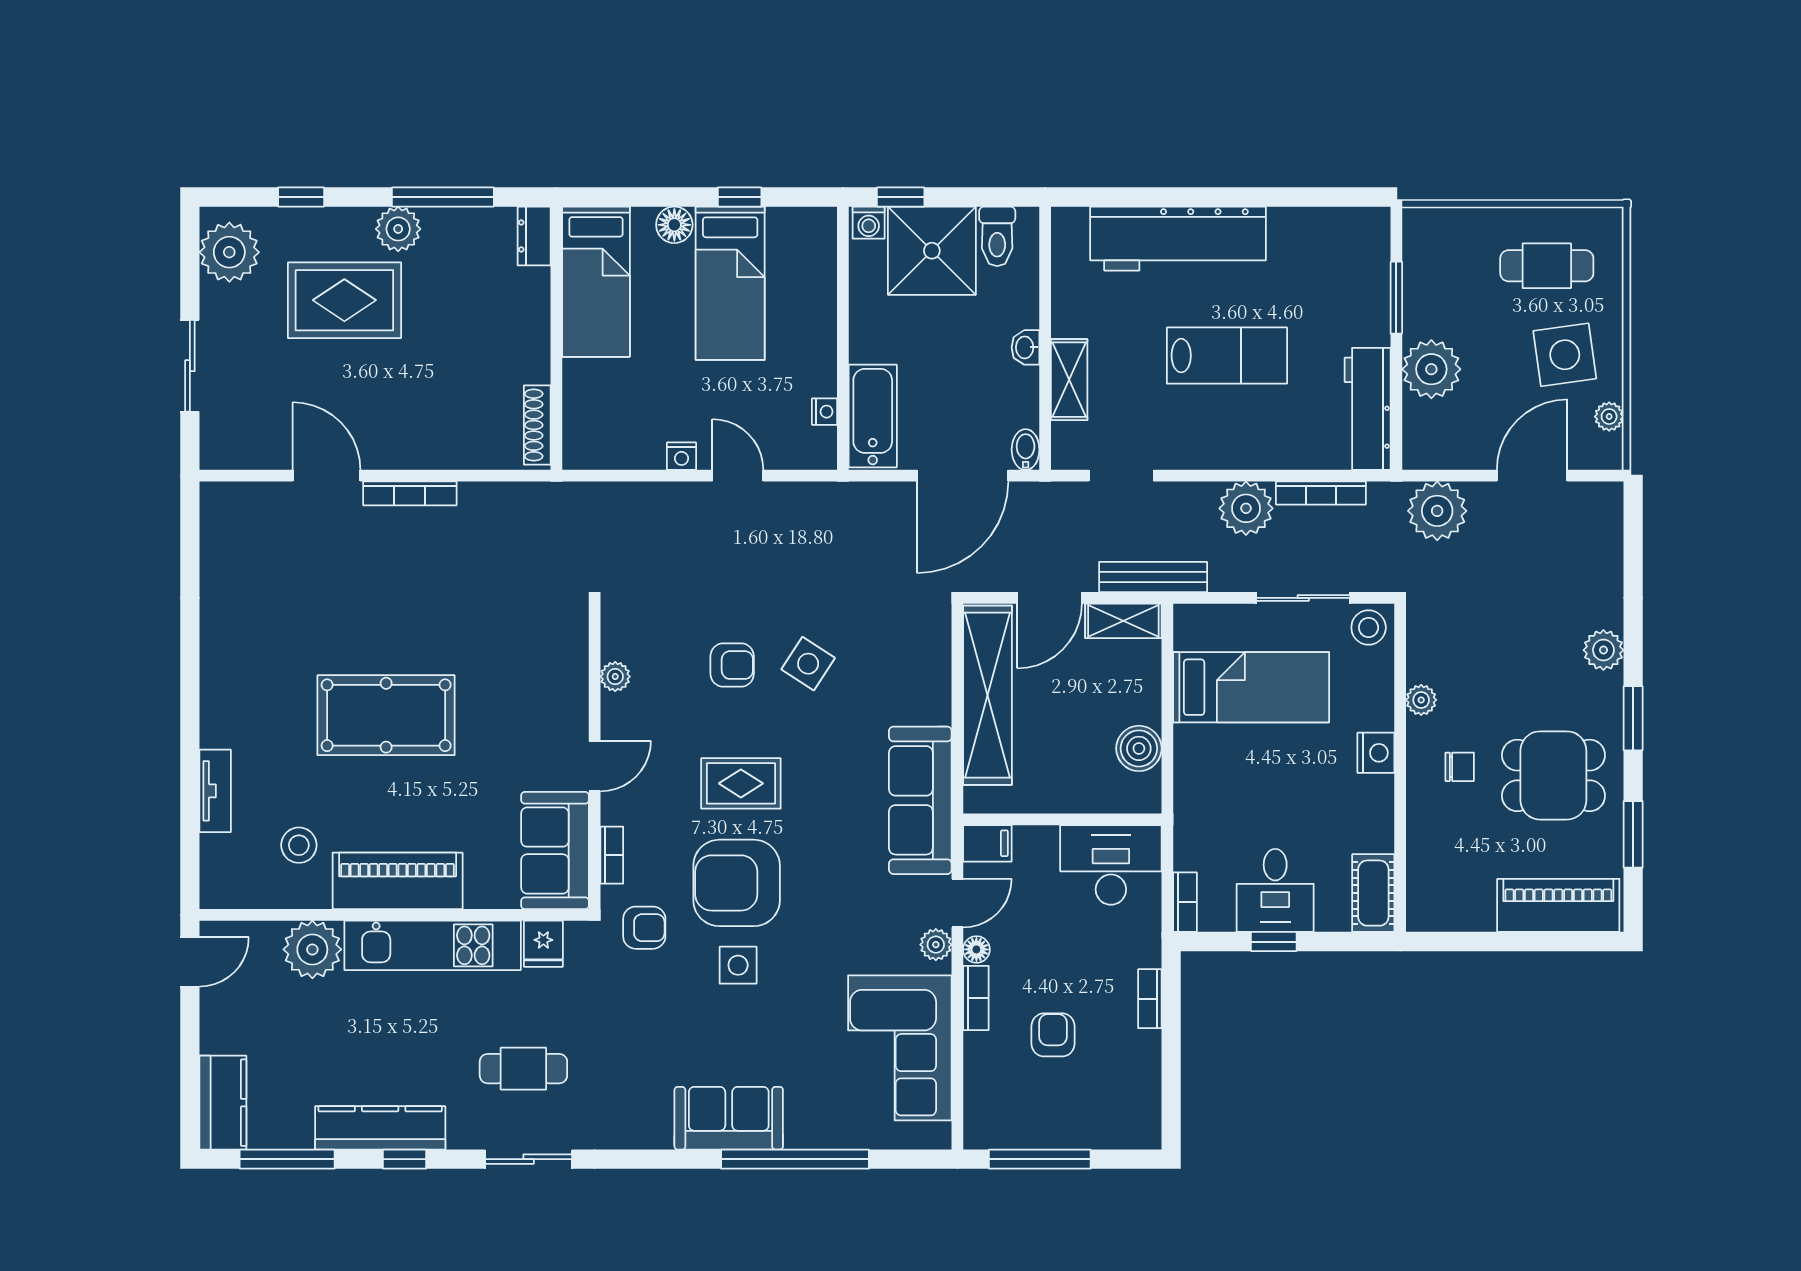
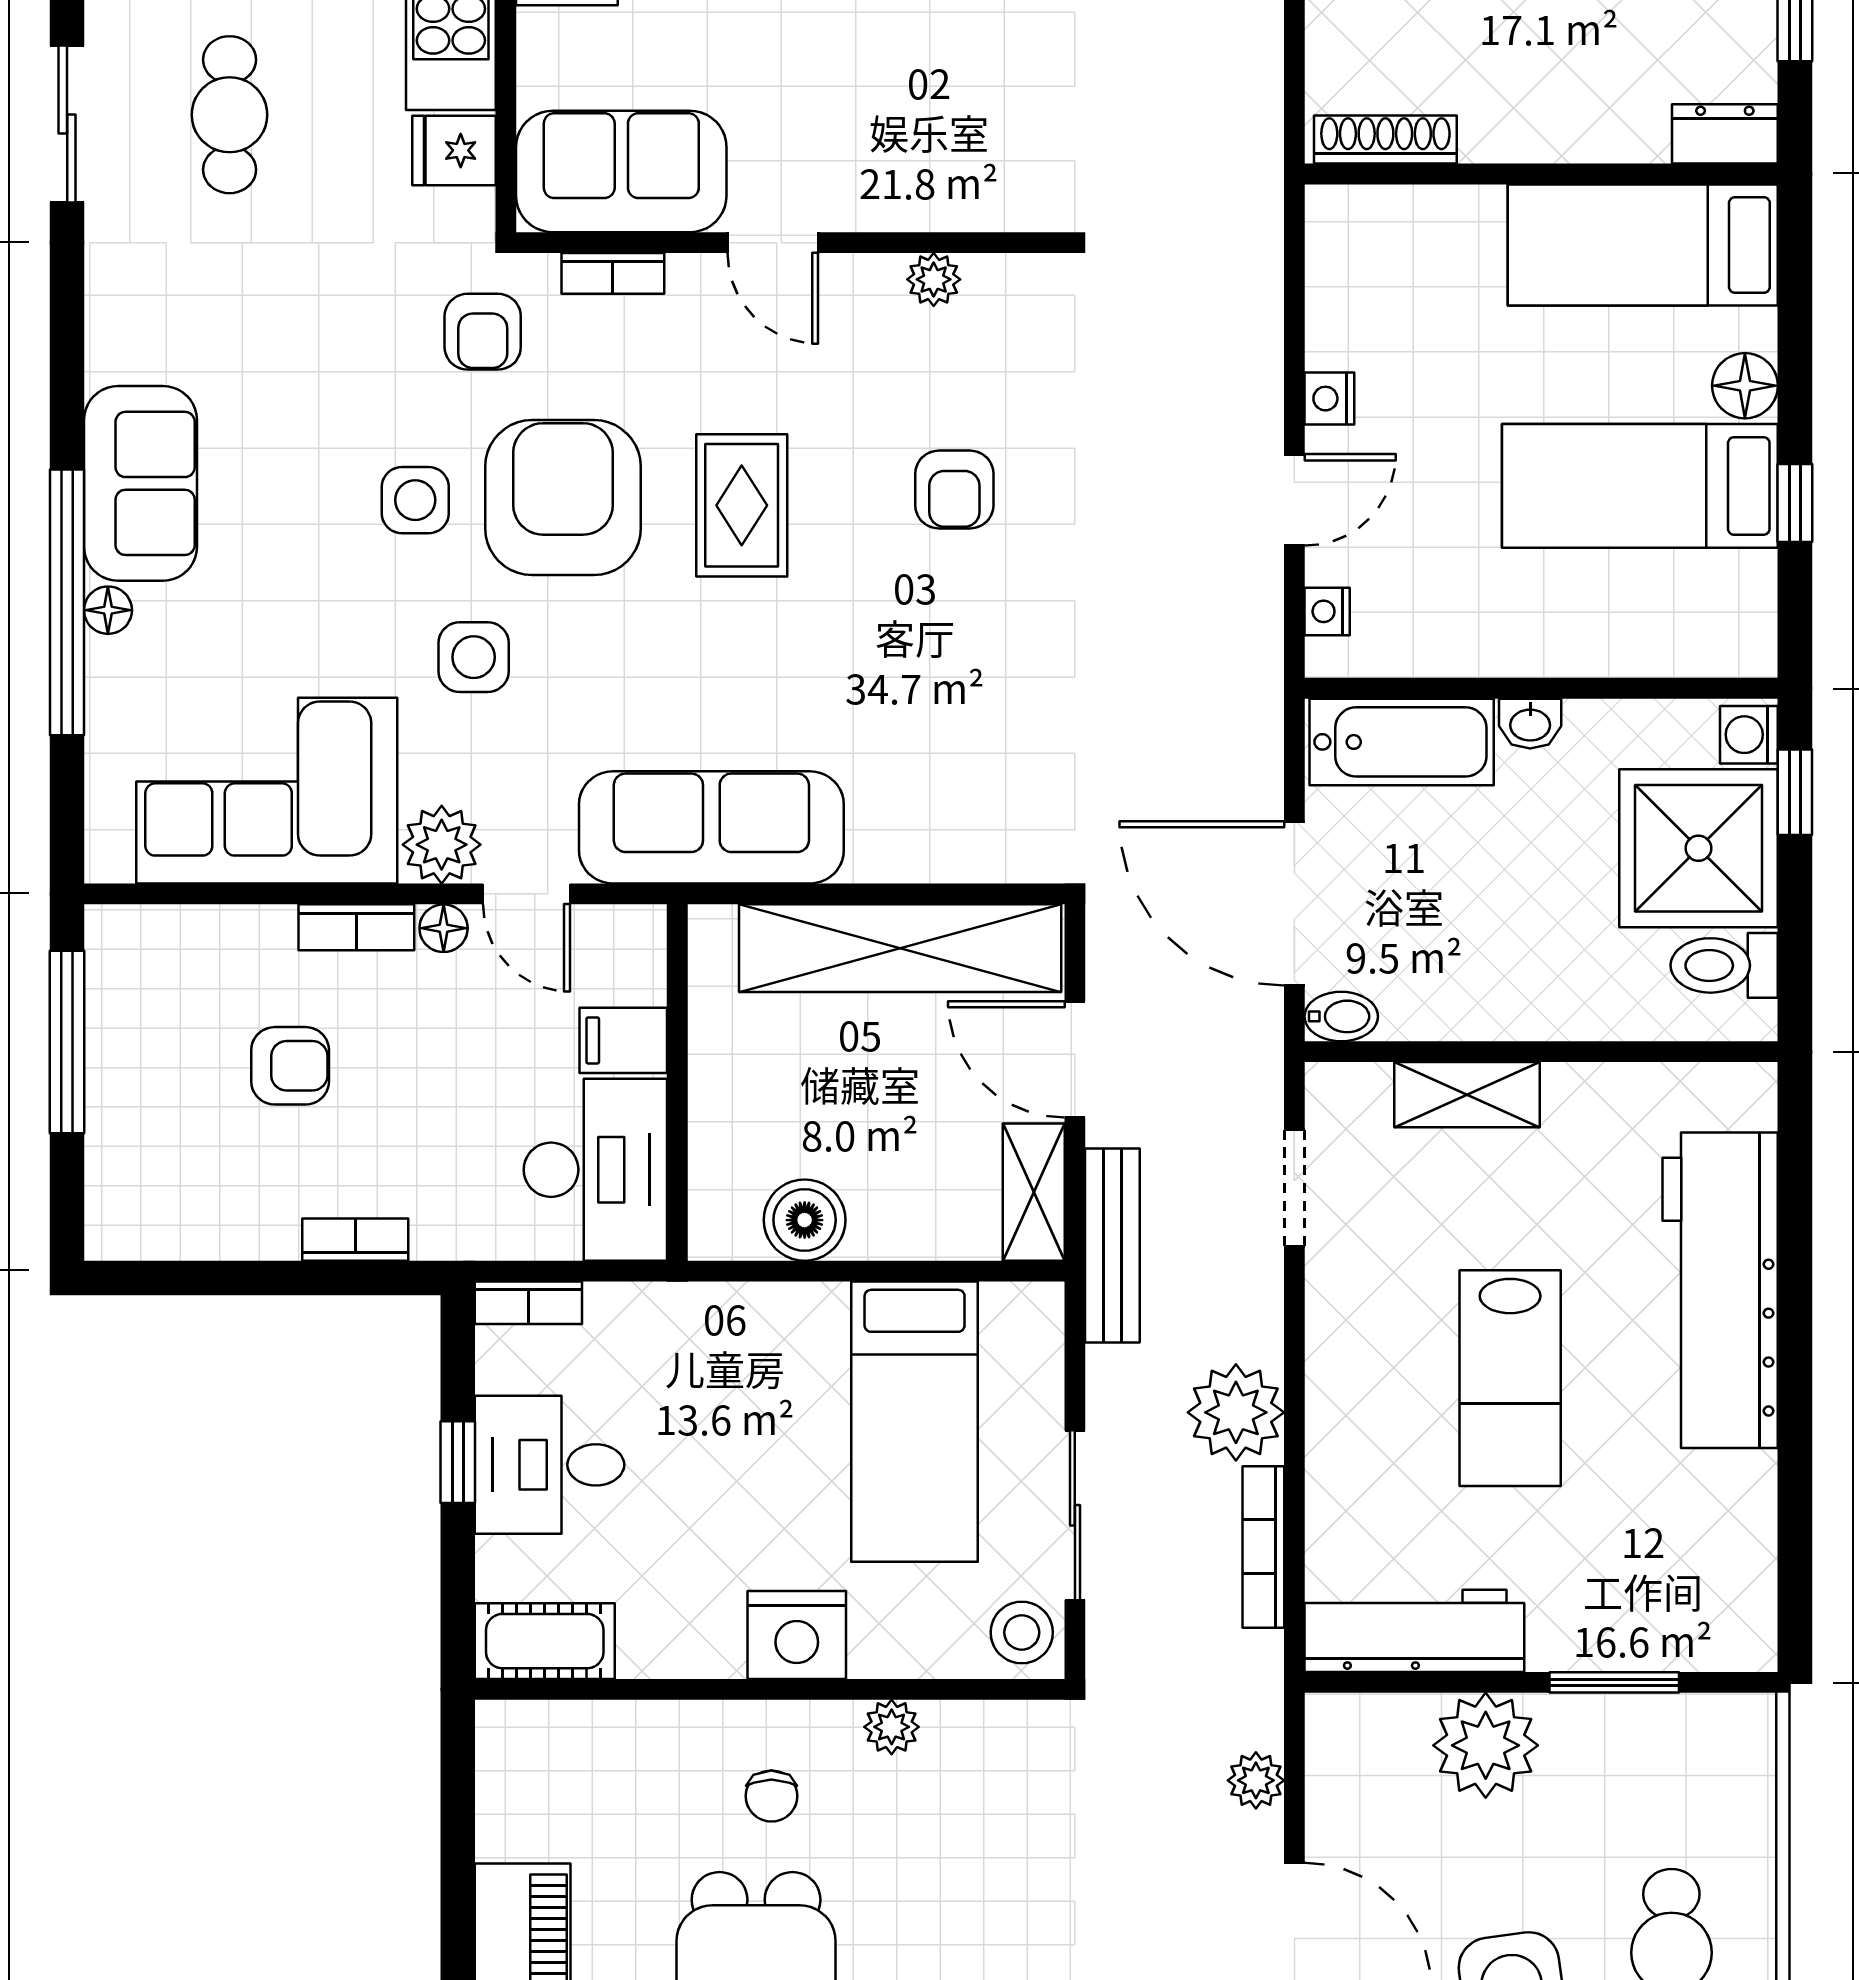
washbasin: (1025, 347) -> (1530, 724), moved, turned 180
nightstand: (825, 412) -> (1327, 611), moved, turned 90
plant: (1437, 511) -> (1256, 1780), width x0.53, depth x0.53
side table: (808, 664) -> (474, 657), moved, turned -33
nightstand: (1376, 753) -> (797, 1635), width x1.36, depth x1.33
filing cabinet: (987, 843) -> (623, 1040), moved, turned 90
plant: (936, 945) -> (442, 845), width x1.38, depth x1.38
floor lamp: (799, 1136) -> (108, 610), added

